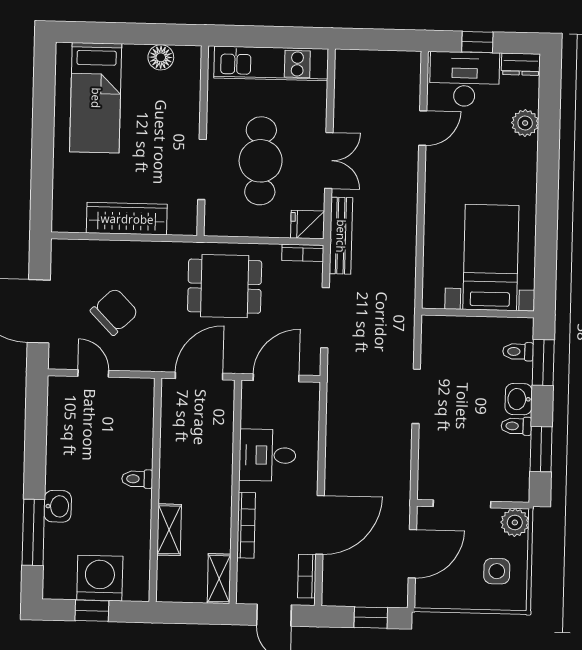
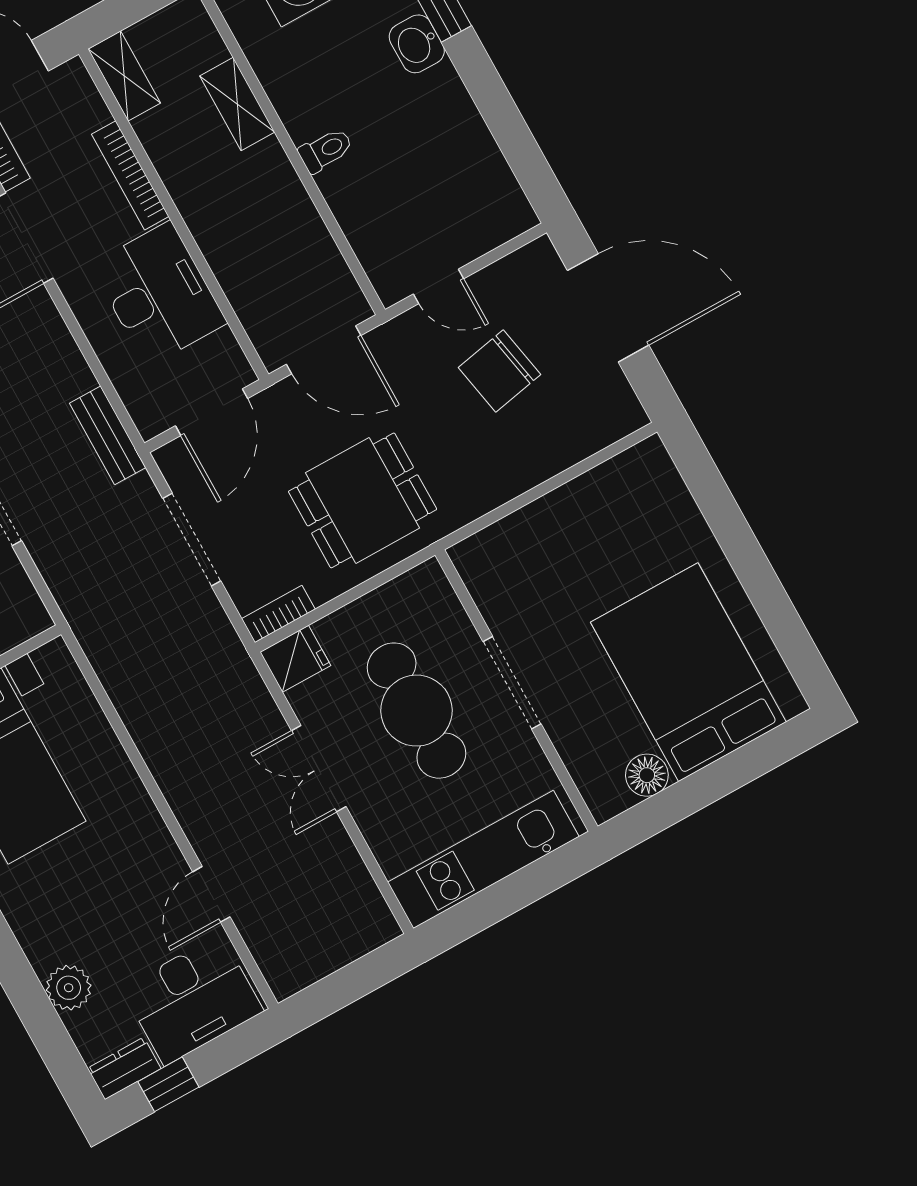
window: (477, 42) -> (168, 1084), moved
bed: (96, 98) -> (688, 672), width x1.50
doorway: (202, 169) -> (512, 683), moved
wardrobe: (127, 219) -> (560, 515), removed
bench: (341, 236) -> (108, 435), moved, width x0.73
chair: (114, 312) -> (499, 371), turned 33
door: (93, 373) -> (438, 286), moved
door: (199, 376) -> (324, 350), hinge flipped
desk: (267, 455) -> (159, 294), width x1.37

